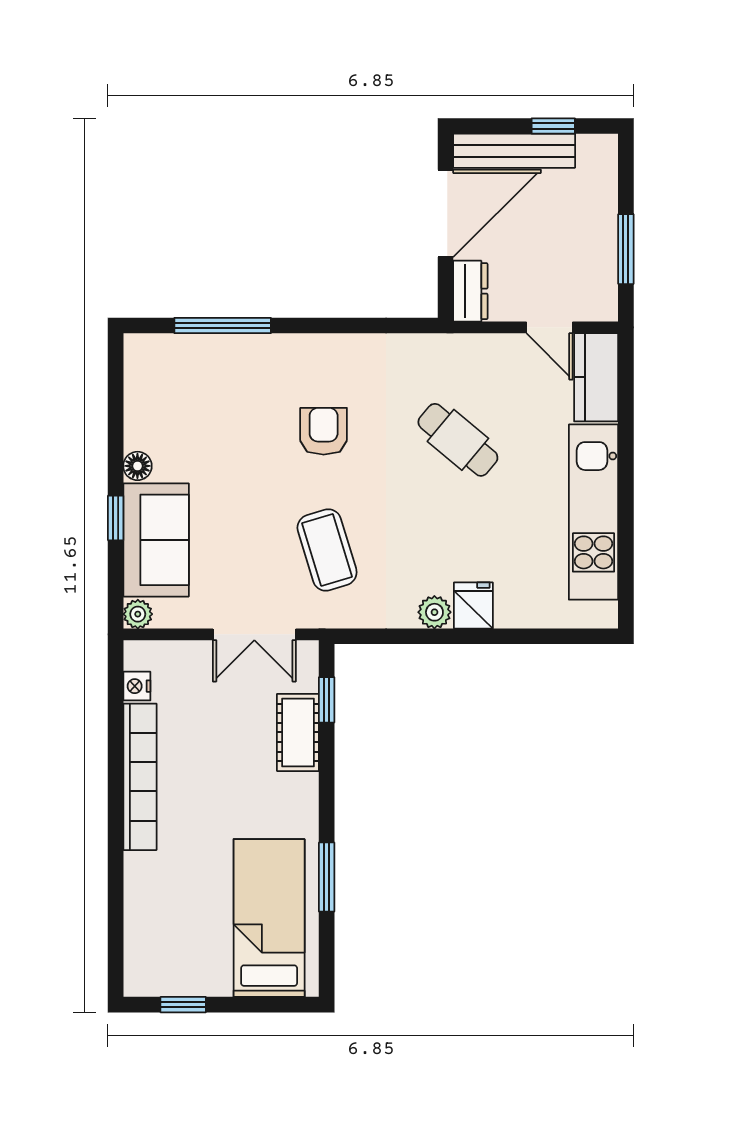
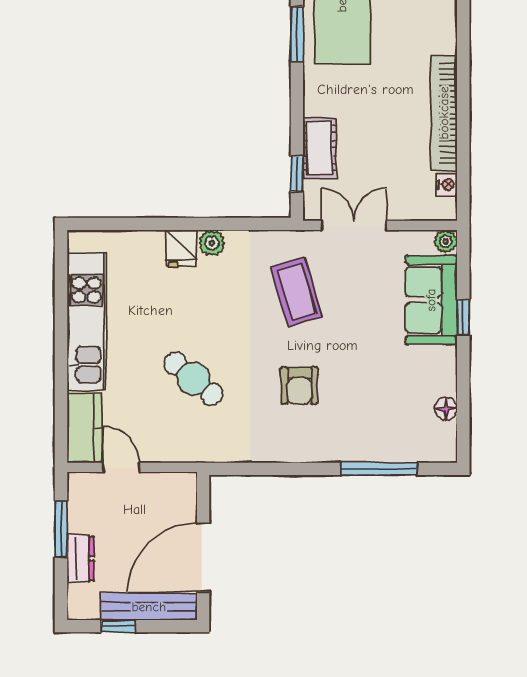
dresser: (470, 291) -> (81, 559), moved, turned 180
floor lamp: (137, 466) -> (446, 409), moved

